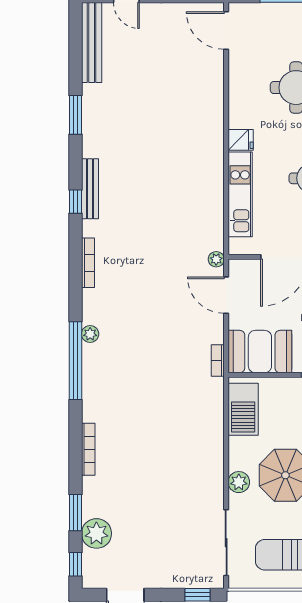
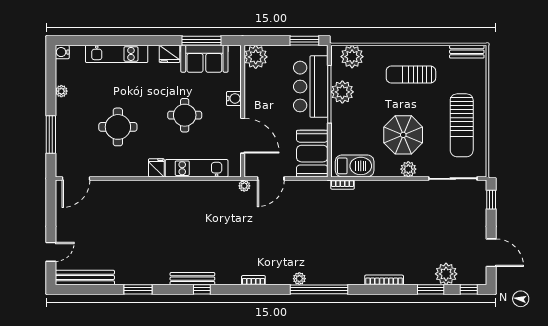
bookcase: (88, 263) -> (253, 280), width x0.64
bookcase: (218, 360) -> (343, 185), moved

